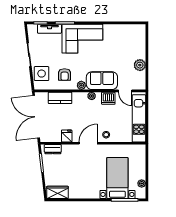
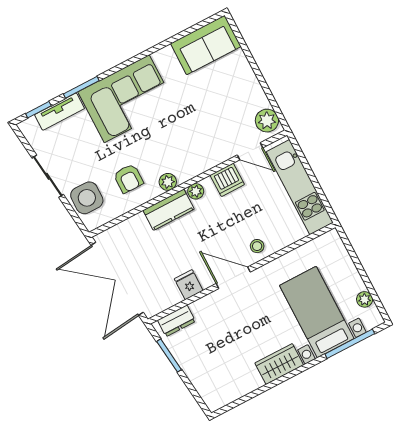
plant: (140, 65) -> (267, 121), moved
sofa: (102, 81) -> (206, 45), moved, turned 180
kitchen counter: (60, 98) -> (169, 210), moved
door: (88, 143) -> (233, 278), hinge flipped
wardrobe: (58, 192) -> (279, 364), moved

